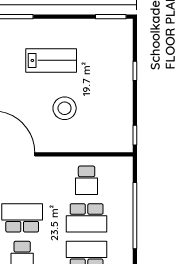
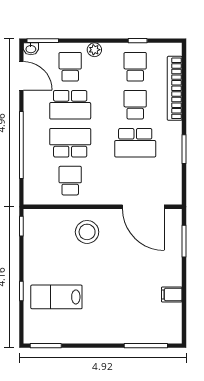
lab bench: (51, 60) -> (56, 297), moved
stool: (65, 108) -> (87, 232), moved

